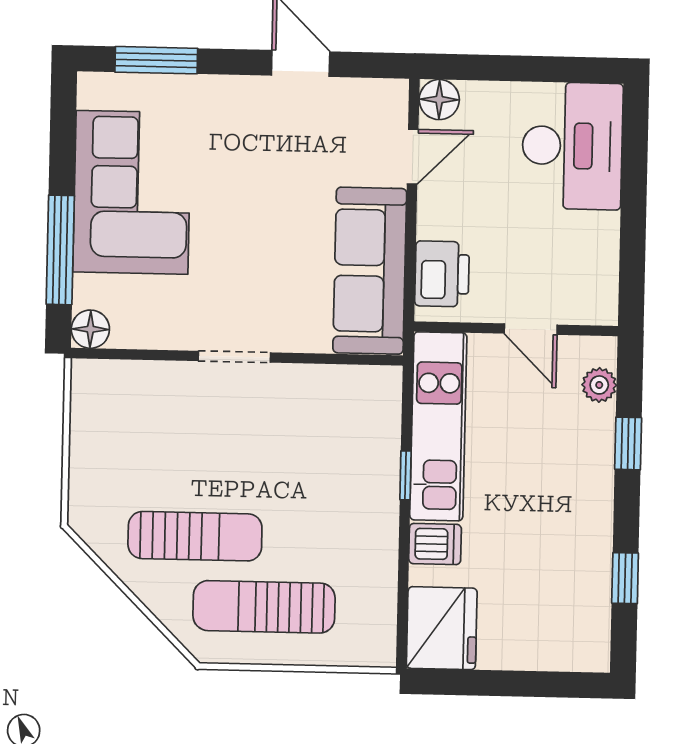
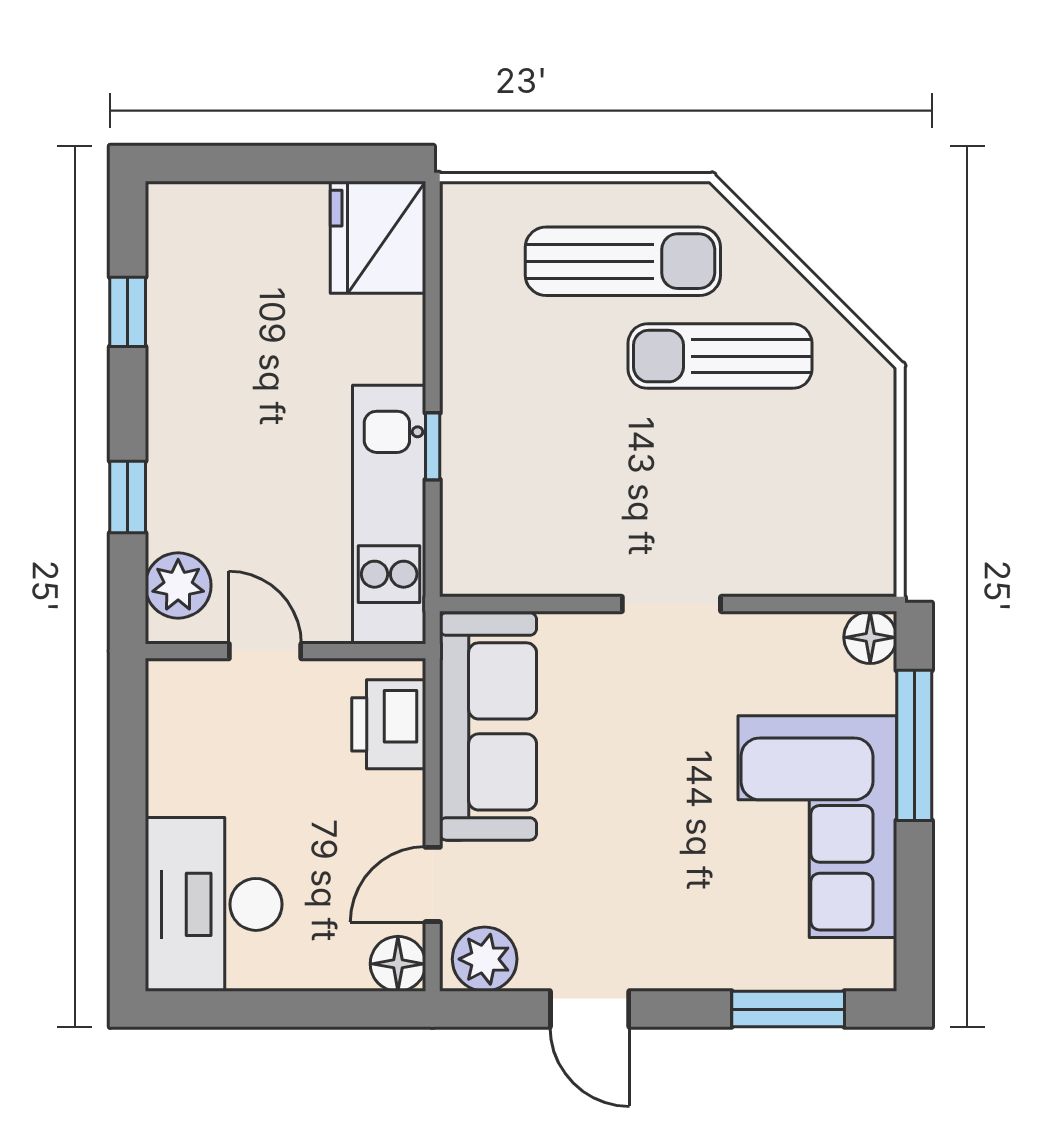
plant: (376, 102) -> (485, 959), added
plant: (599, 385) -> (178, 585), width x1.38, depth x1.38
dishwasher: (435, 544) -> (390, 353), removed

